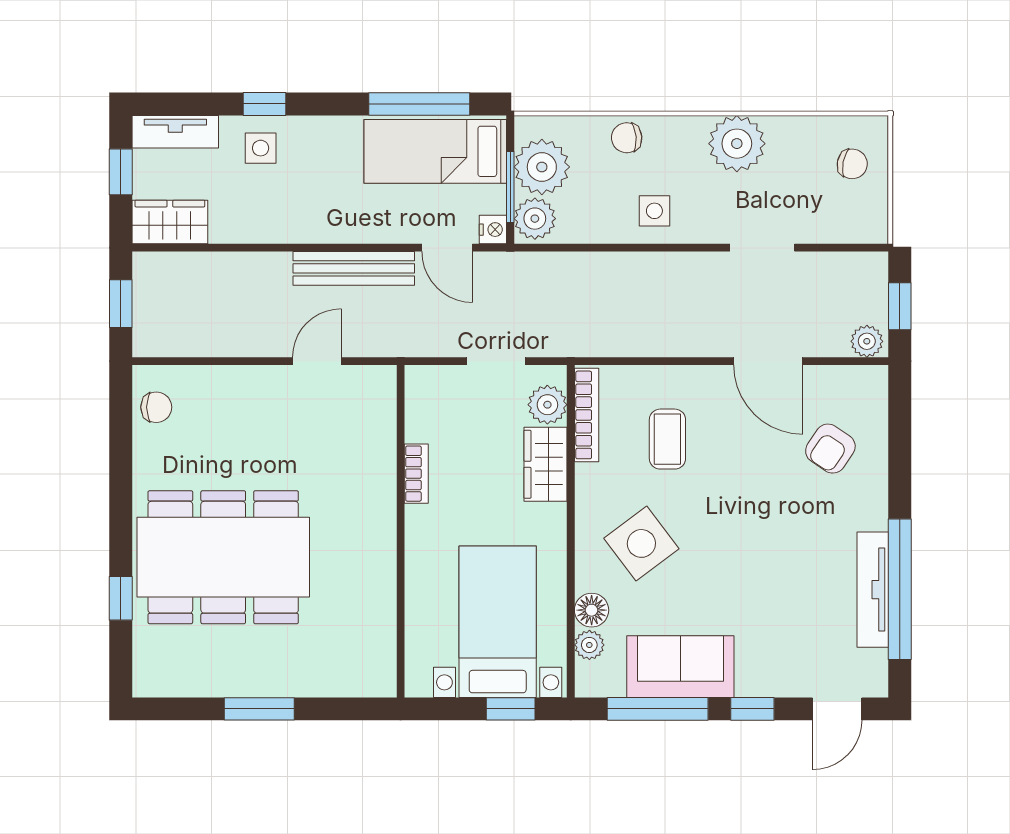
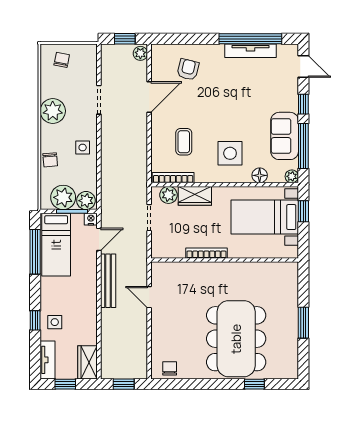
coffee table: (667, 439) -> (184, 142), turned 90
armchair: (830, 449) -> (188, 69), turned -110
bookcase: (416, 474) -> (206, 253), width x1.56
side table: (641, 543) -> (230, 153), turned 37
plant: (589, 645) -> (292, 176), moved

